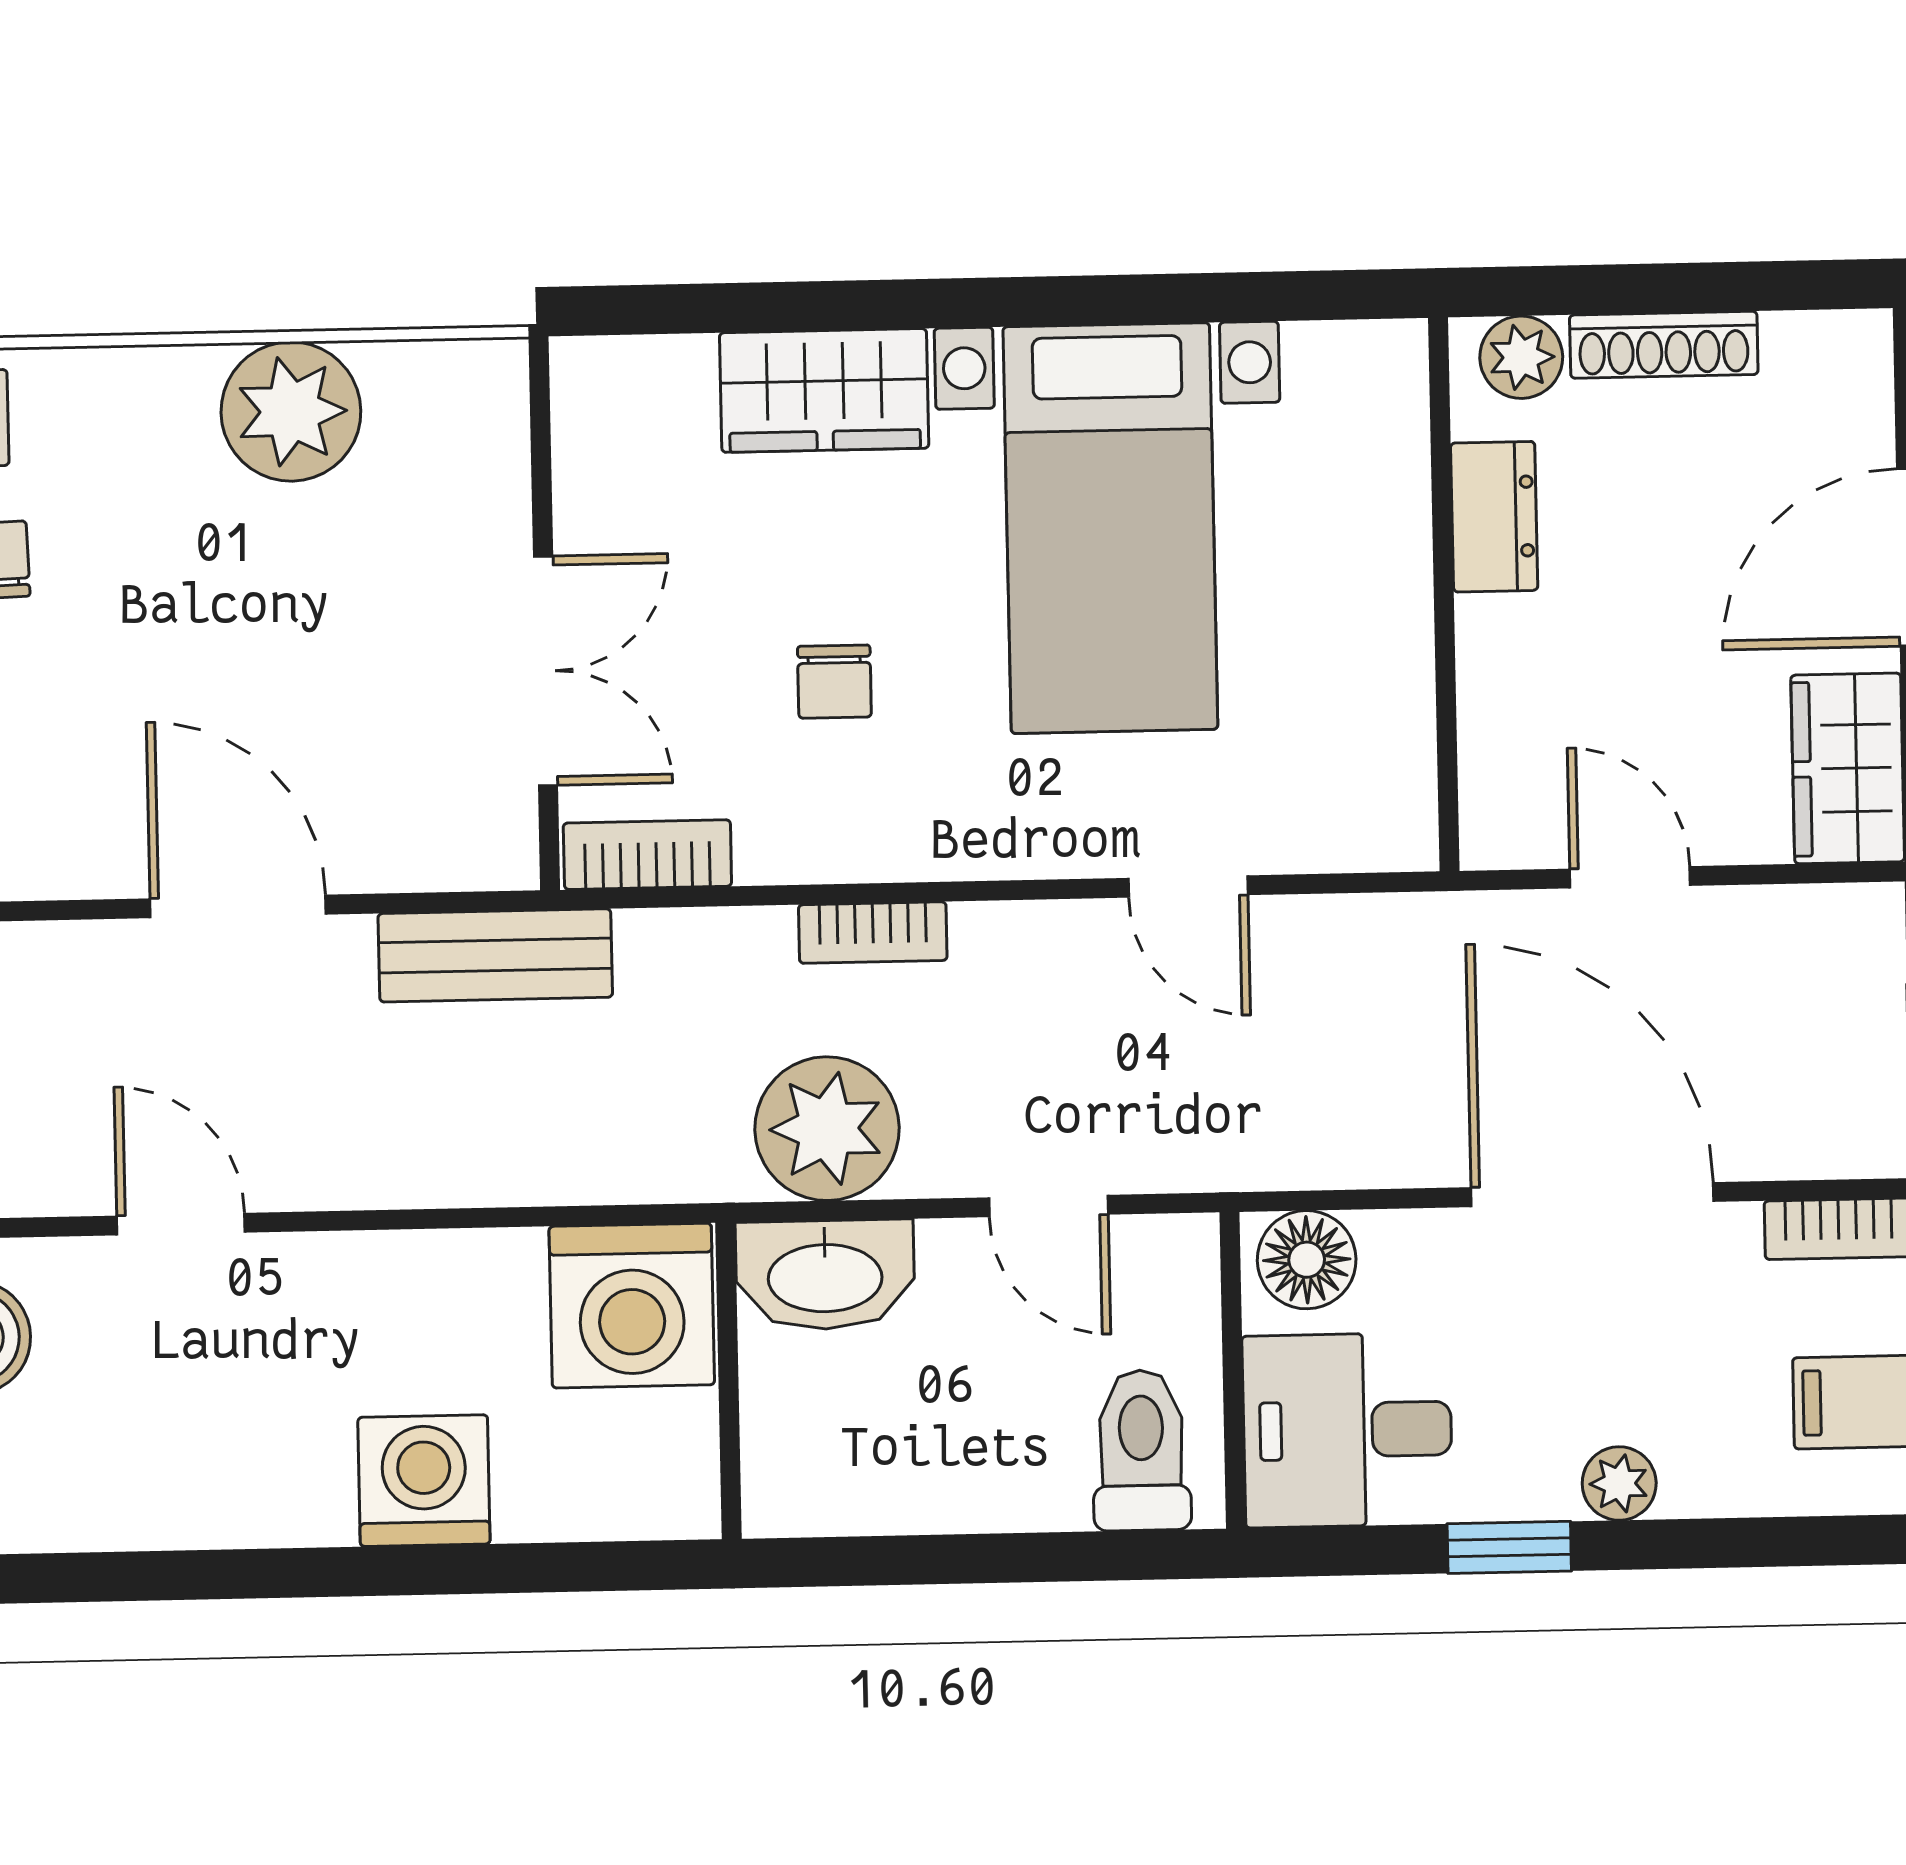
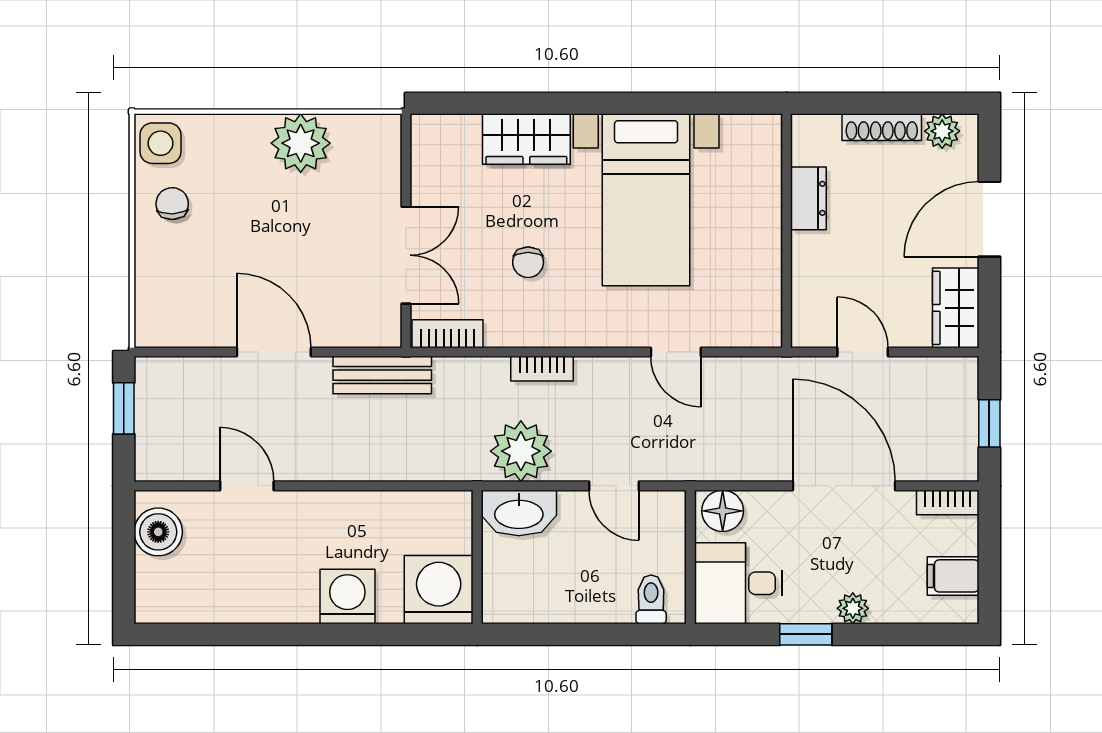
plant: (1521, 357) -> (942, 131), moved
washing machine: (632, 1306) -> (439, 590), moved, turned 180
toilet: (1141, 1450) -> (651, 599), width x0.73, depth x0.72

